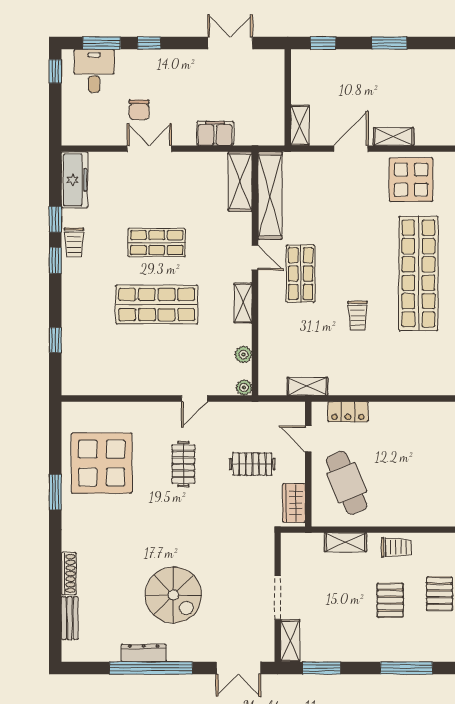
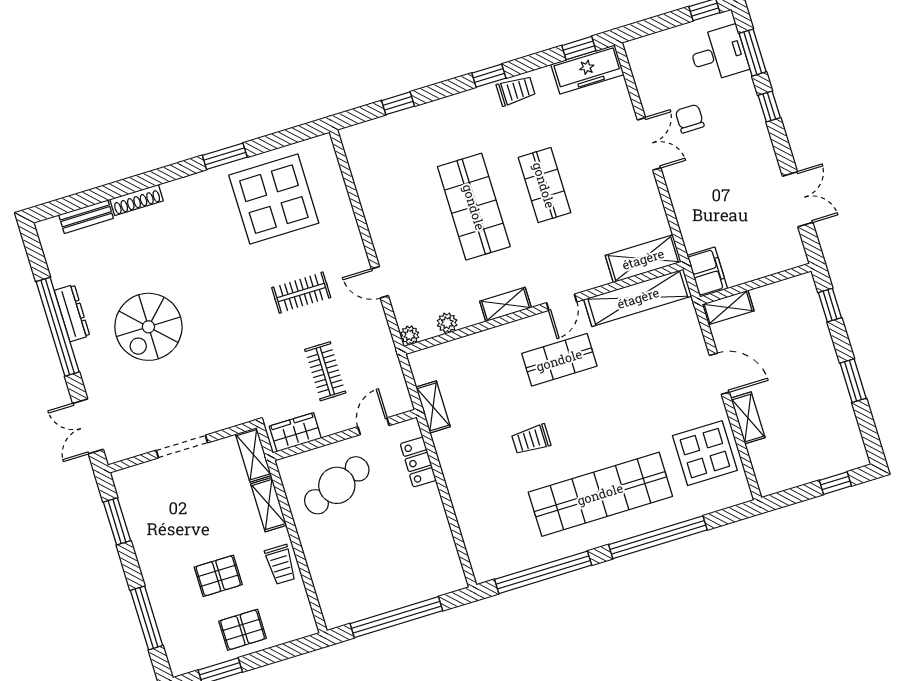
chair: (139, 110) -> (690, 119), turned 90
filing cabinet: (215, 133) -> (707, 272), moved
window: (55, 219) -> (579, 48), moved
trolley: (74, 242) -> (516, 91), turned 180
shelving: (290, 641) -> (253, 455), moved, turned 90

